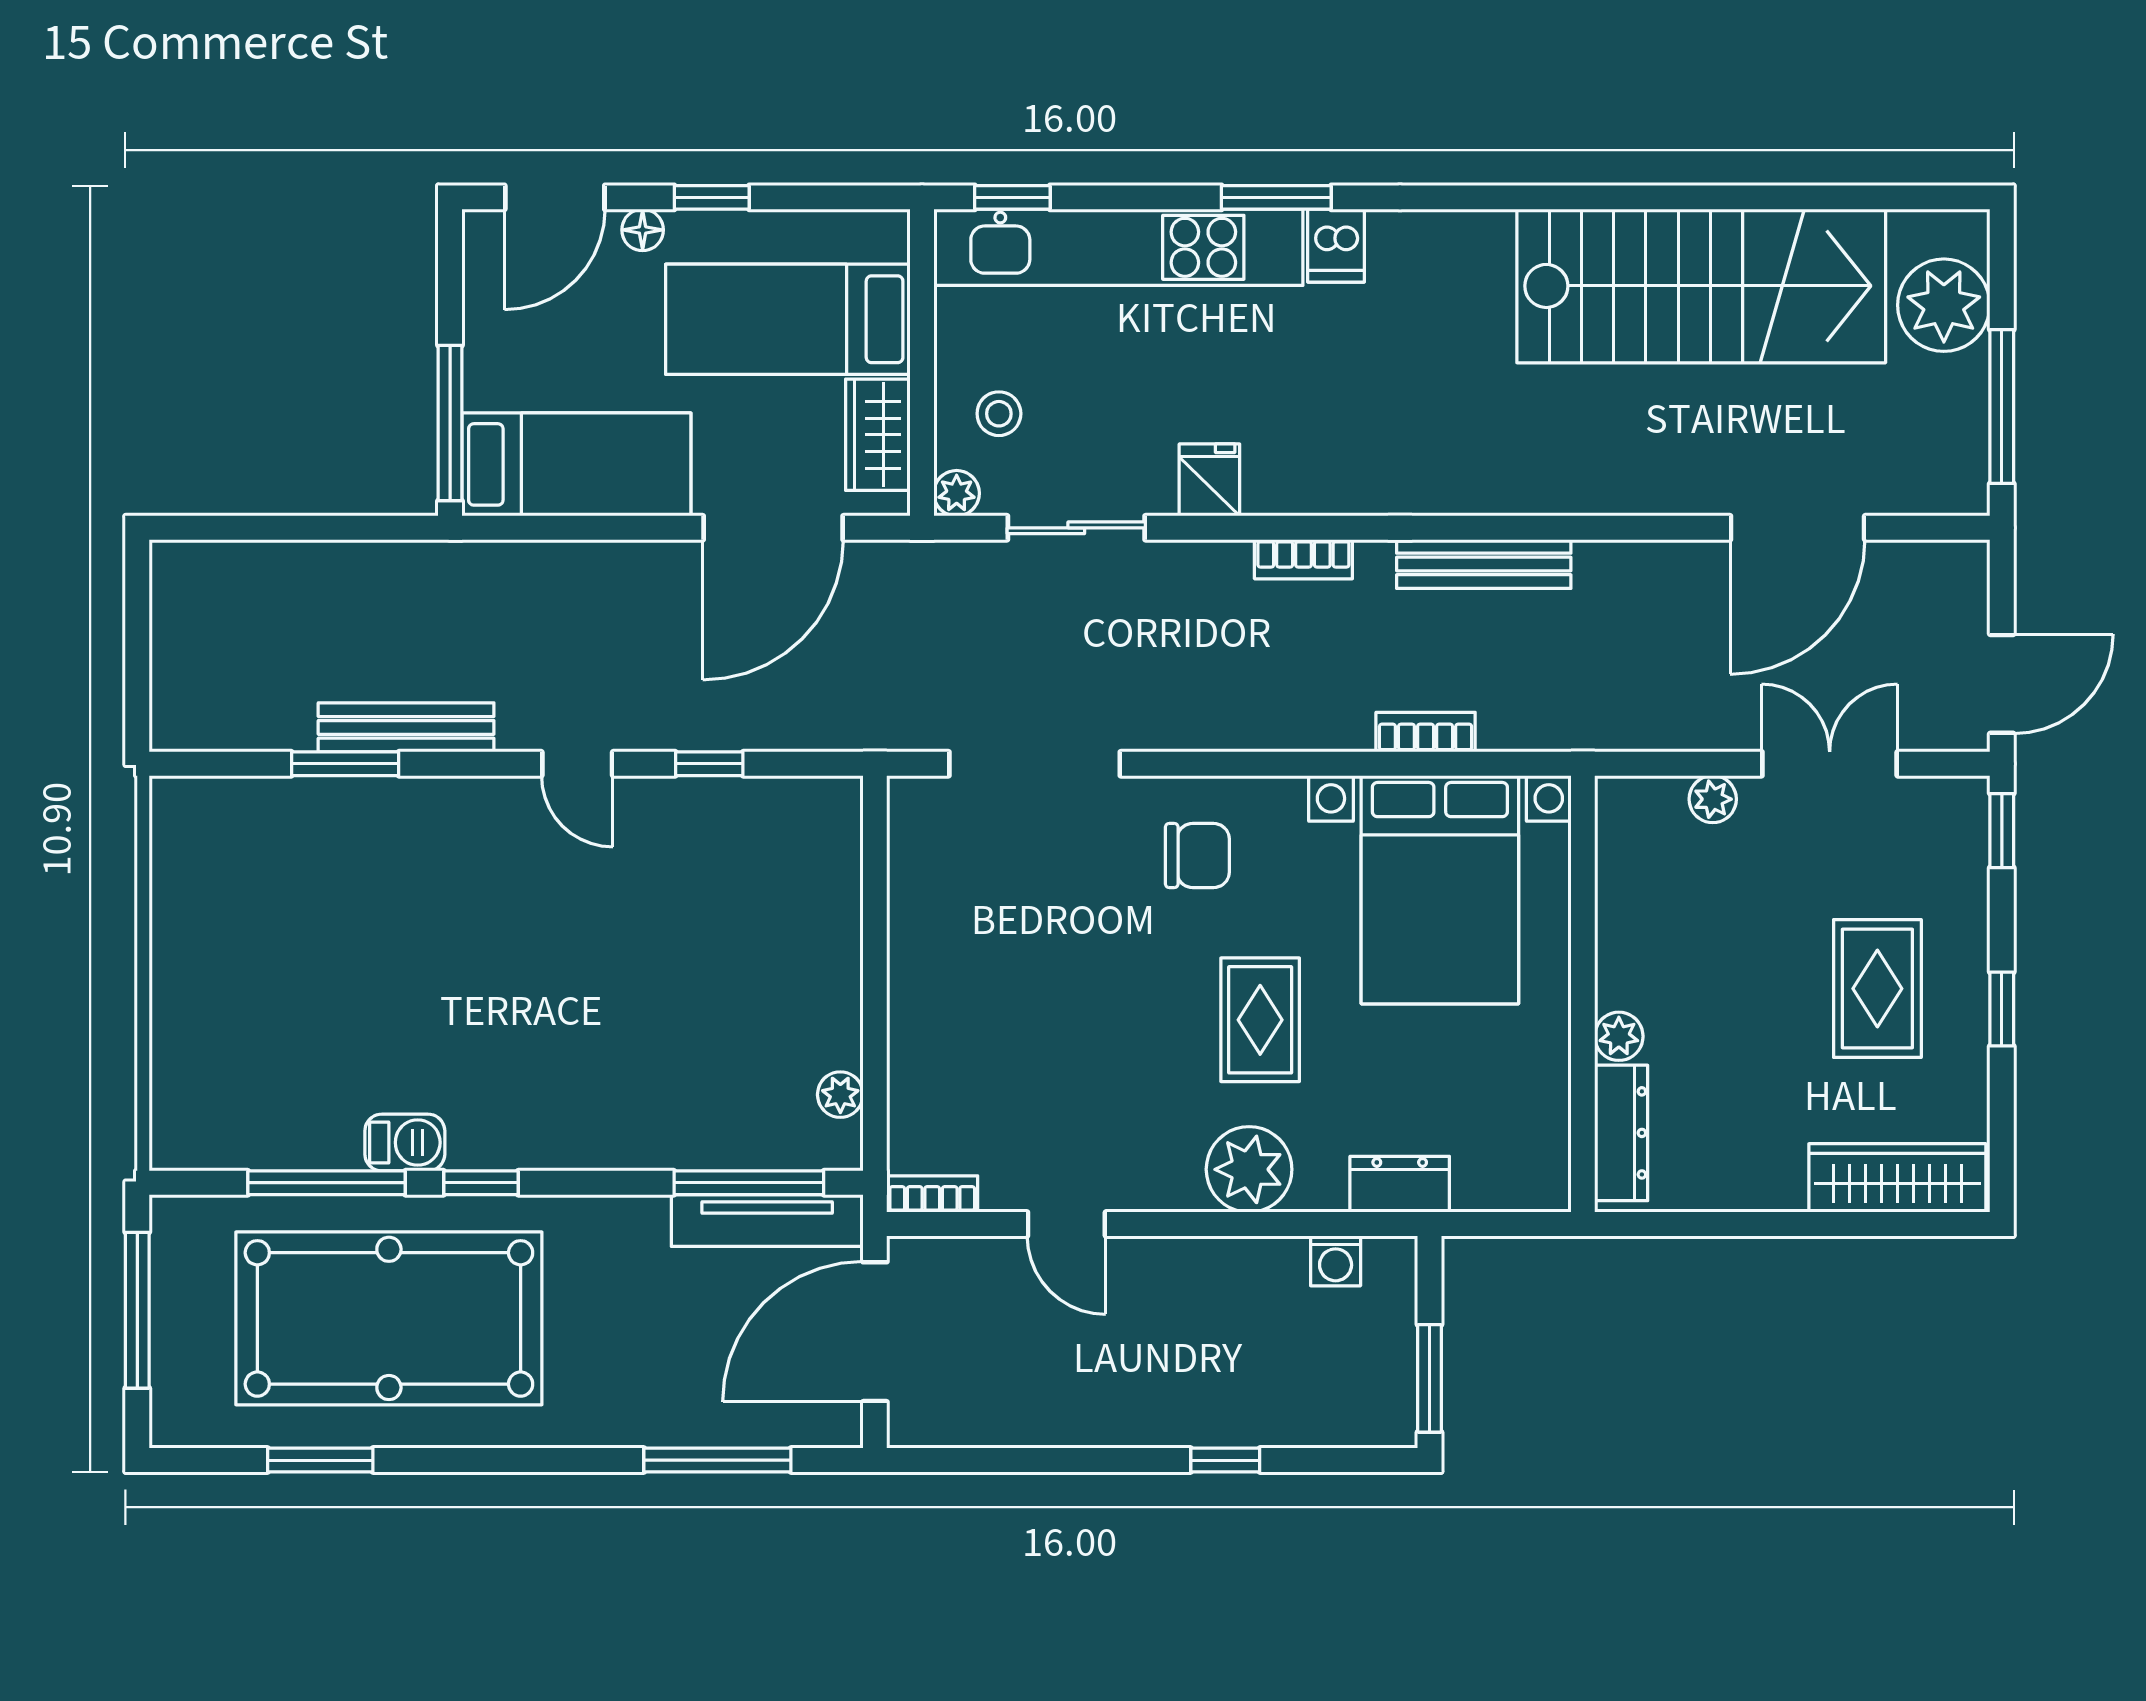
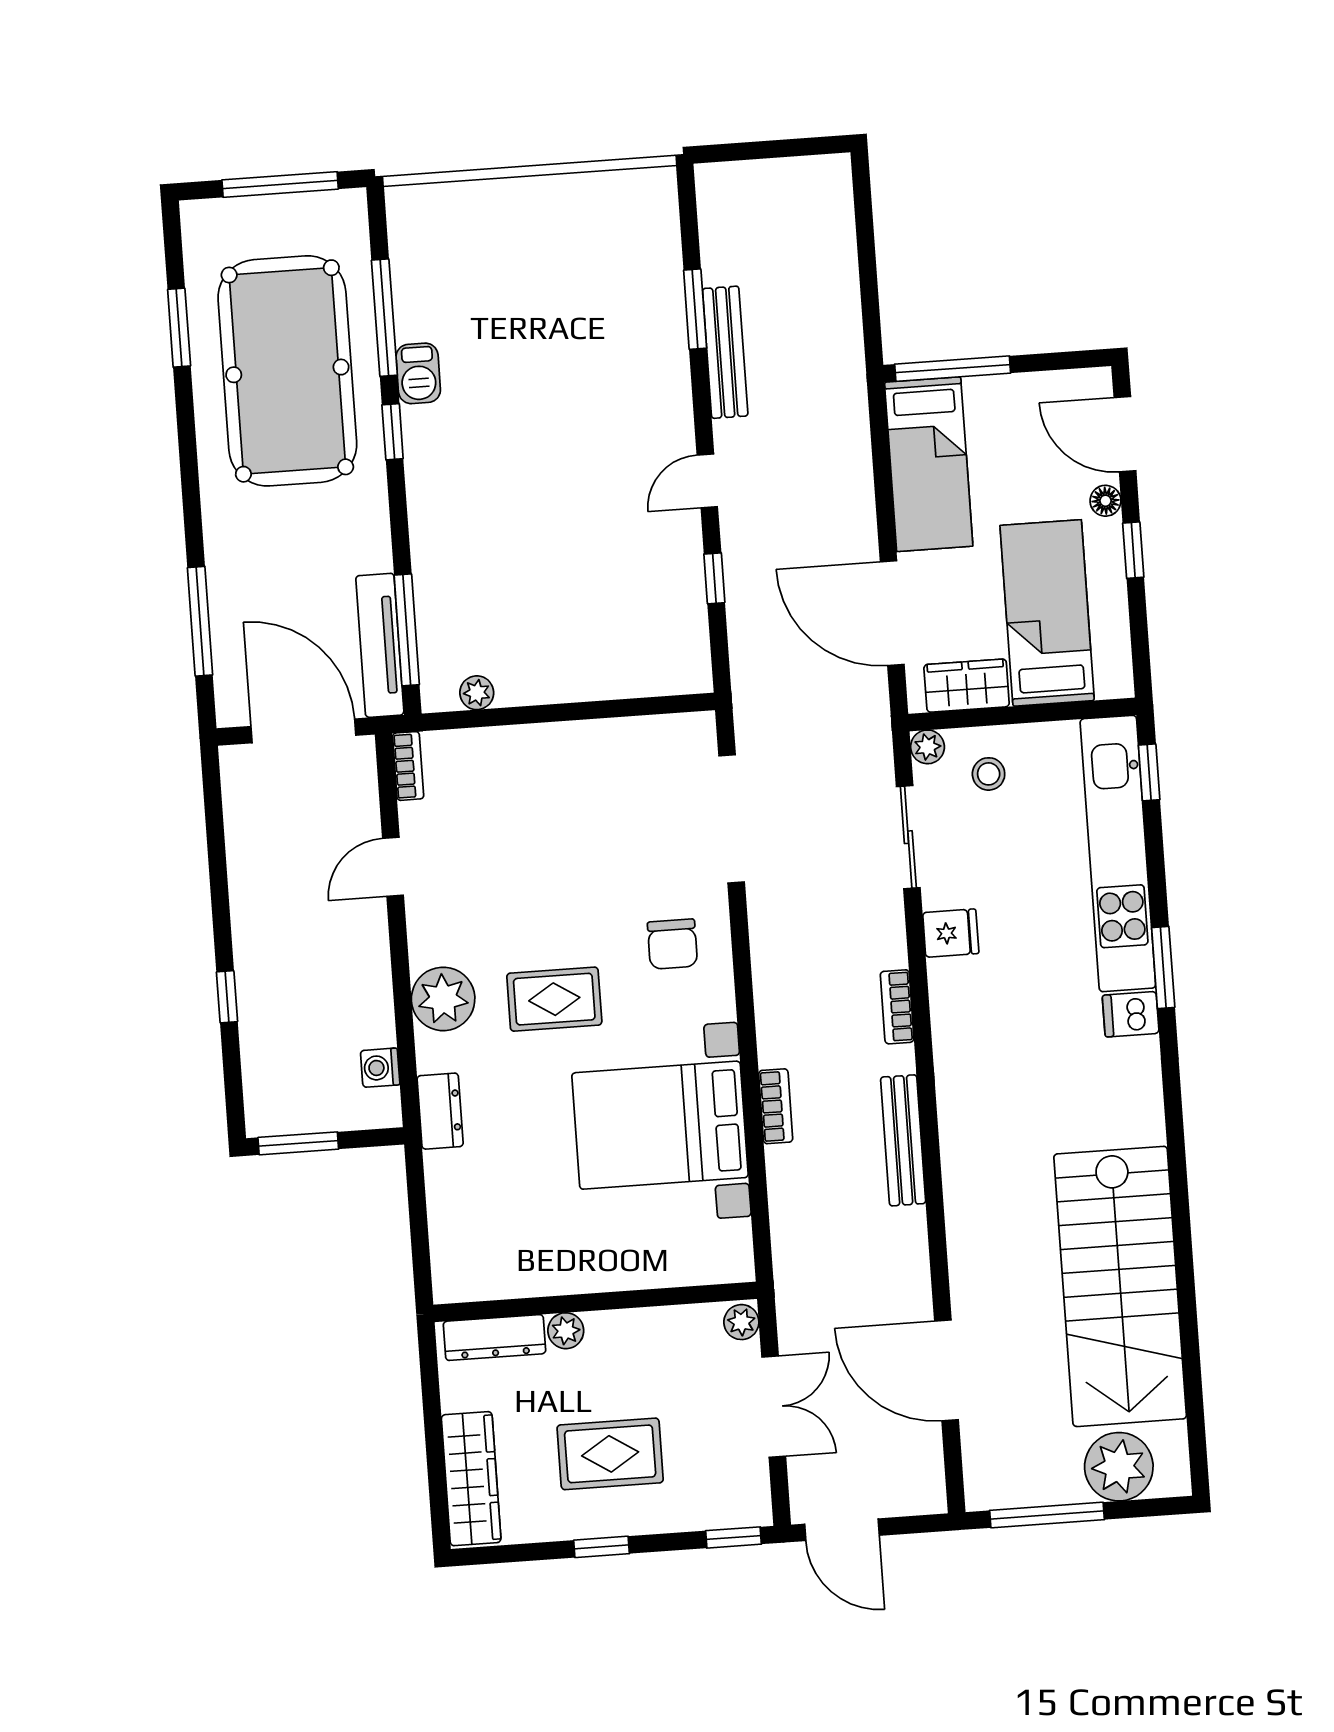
wall: (1583, 994) -> (595, 1302), moved
plant: (1619, 1036) -> (566, 1331), moved
dresser: (1621, 1133) -> (494, 1338), moved

